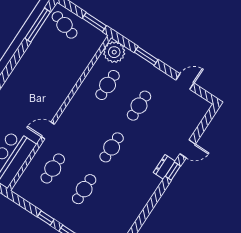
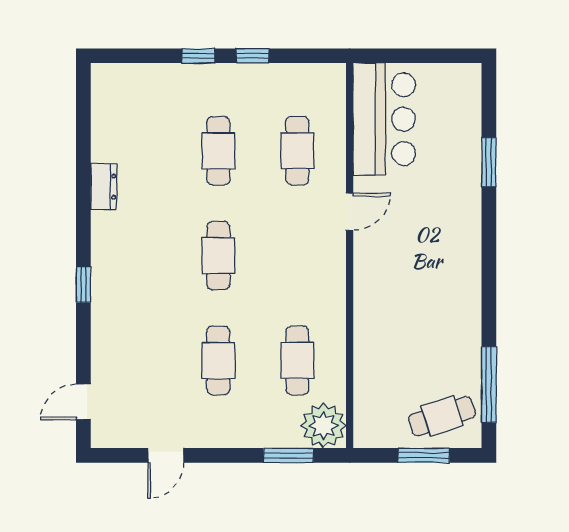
window: (94, 22) -> (424, 455), moved
cafe table: (65, 25) -> (442, 416), turned -34
window: (146, 56) -> (288, 455), moved
door: (188, 149) -> (83, 402), moved
dresser: (164, 167) -> (104, 187), moved

